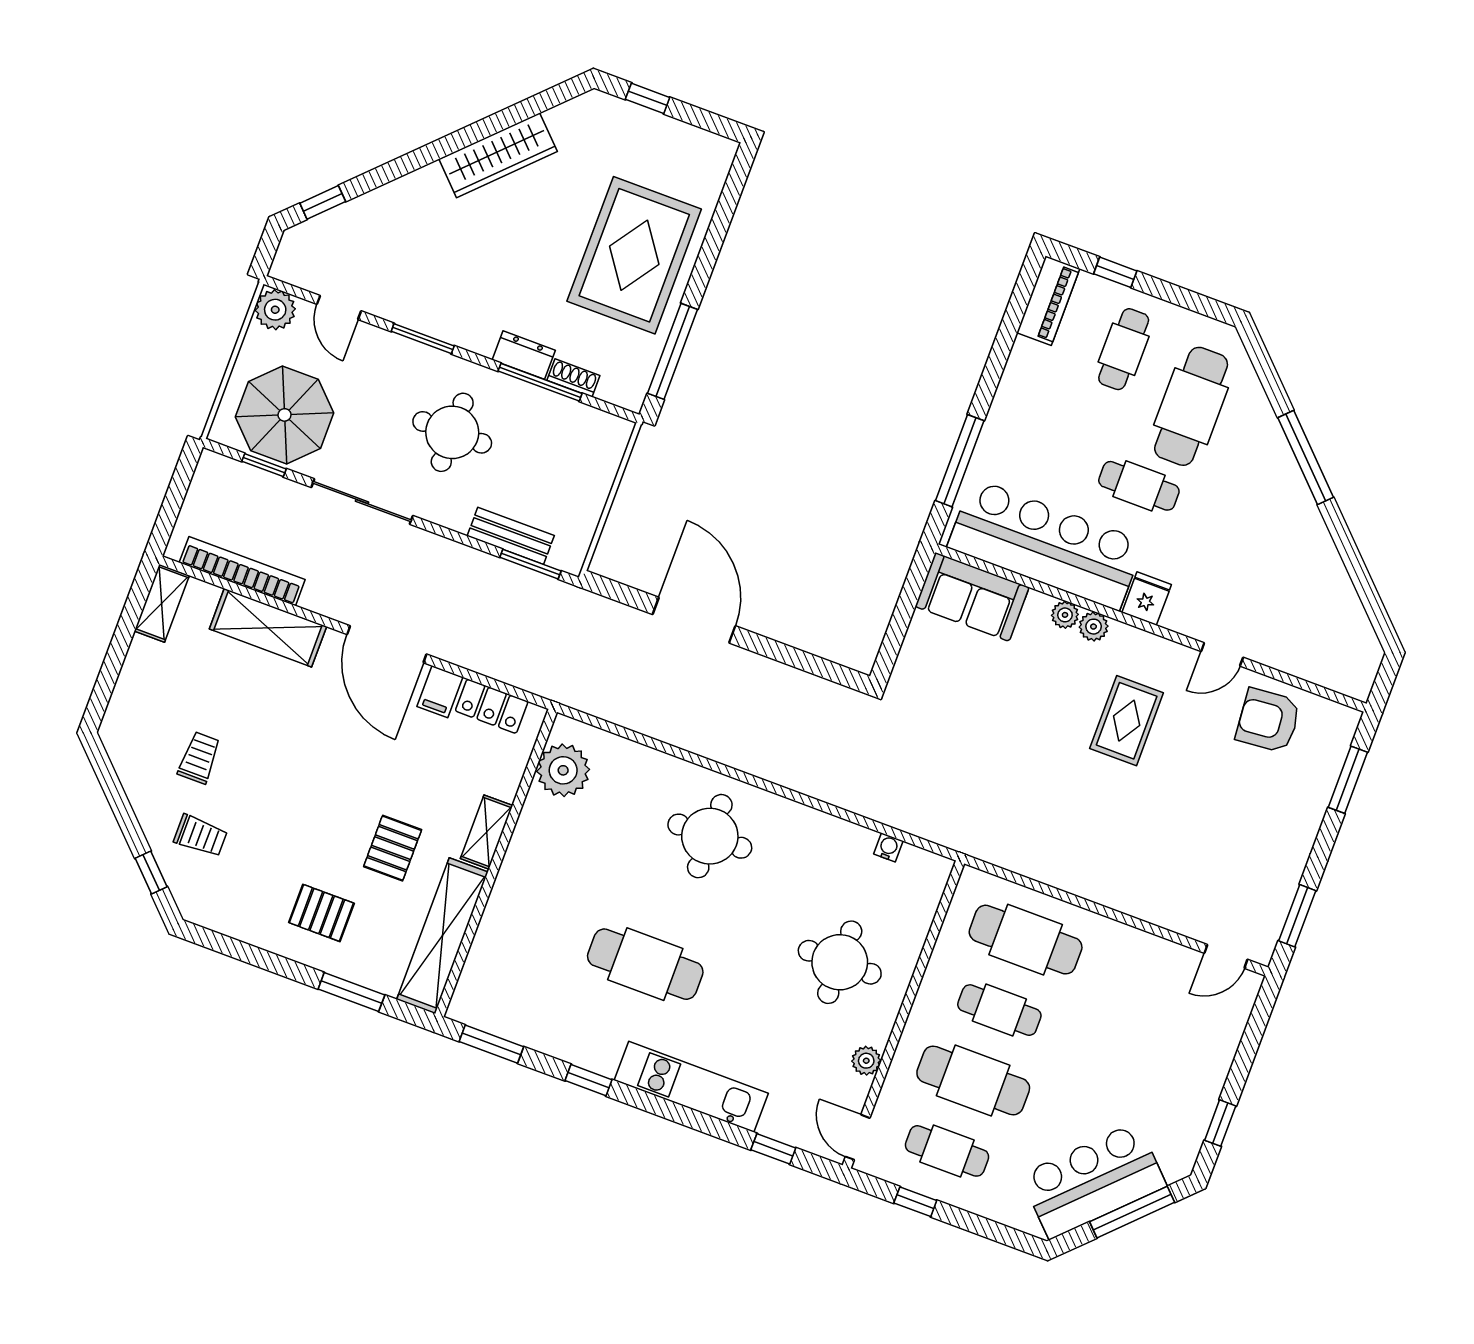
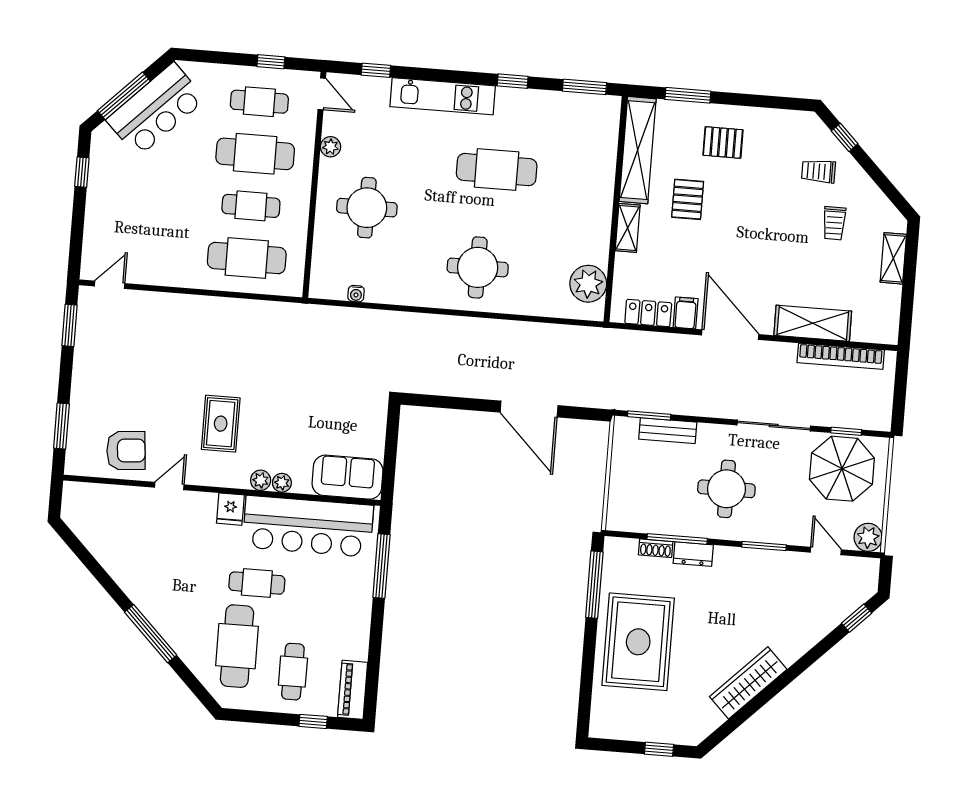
shelving: (162, 603) -> (893, 258), moved

